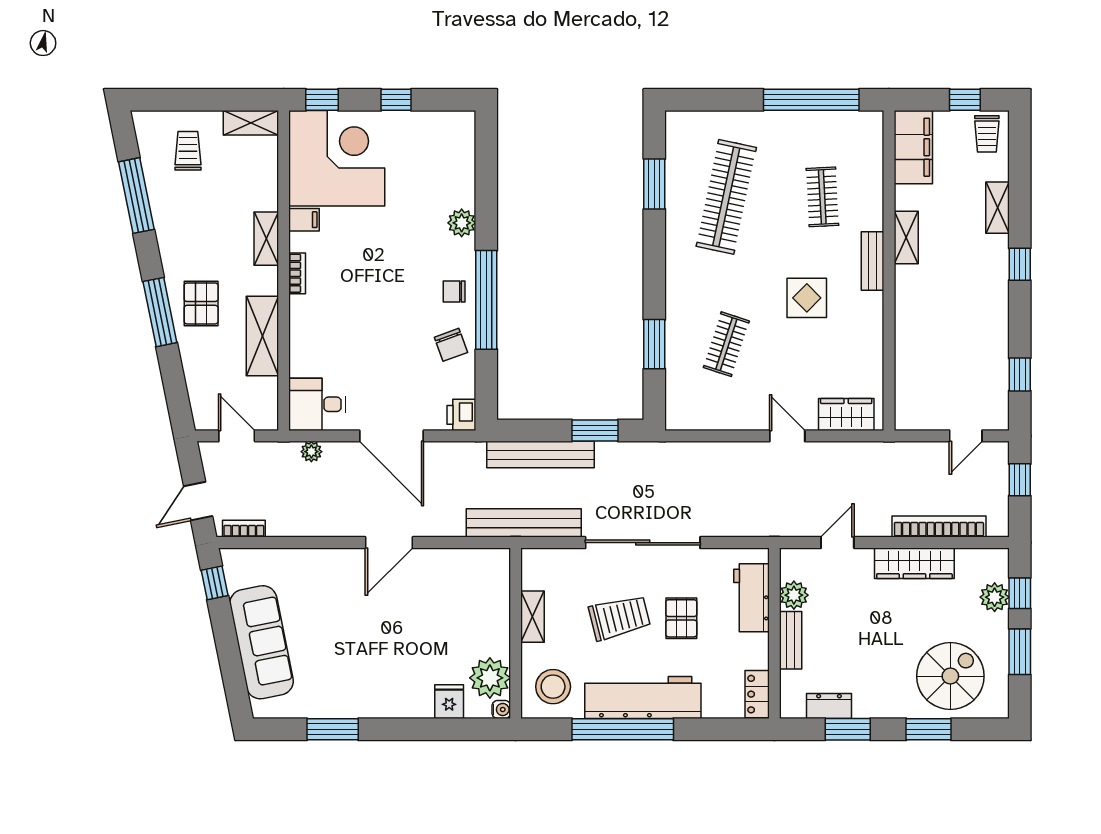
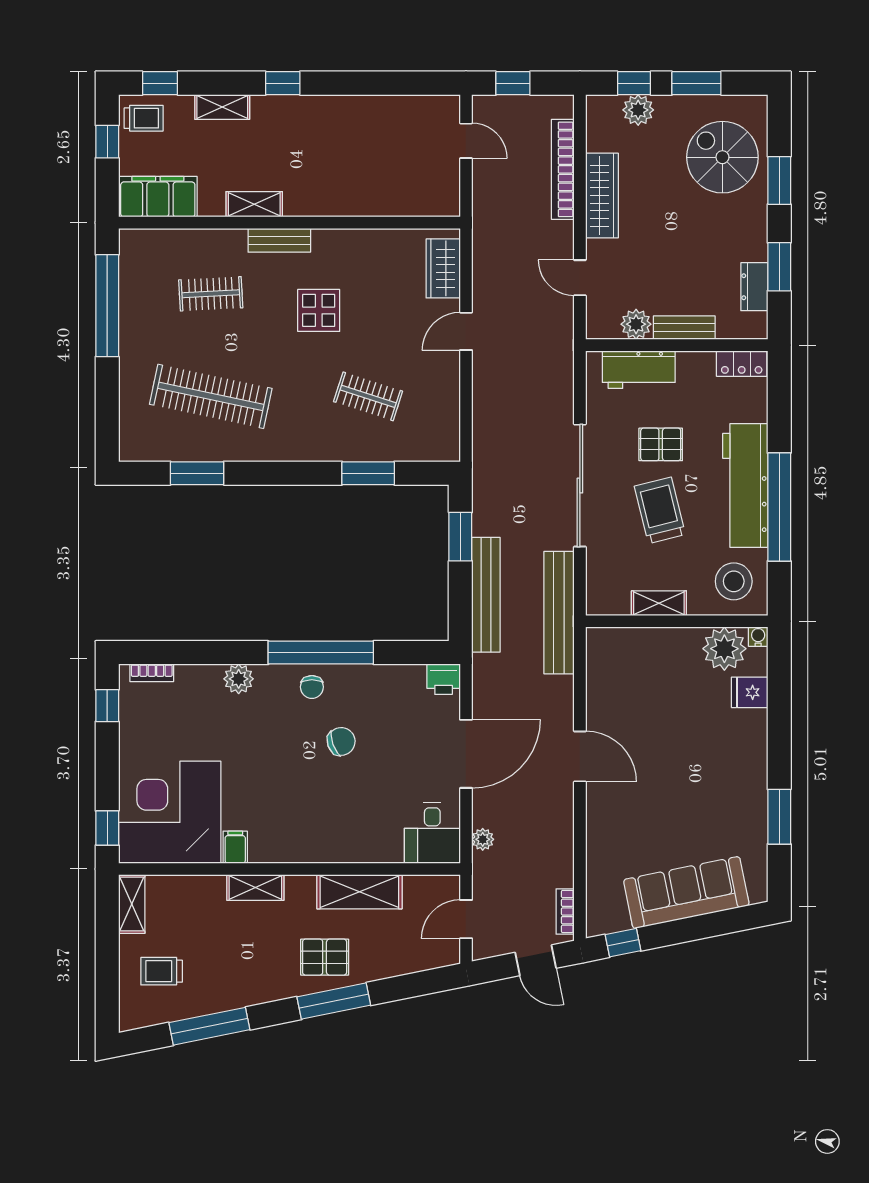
window: (396, 100) -> (107, 706), moved
bookcase: (297, 273) -> (152, 673), moved, turned 180
chair: (451, 345) -> (341, 741), moved
window: (1020, 375) -> (160, 83), moved

